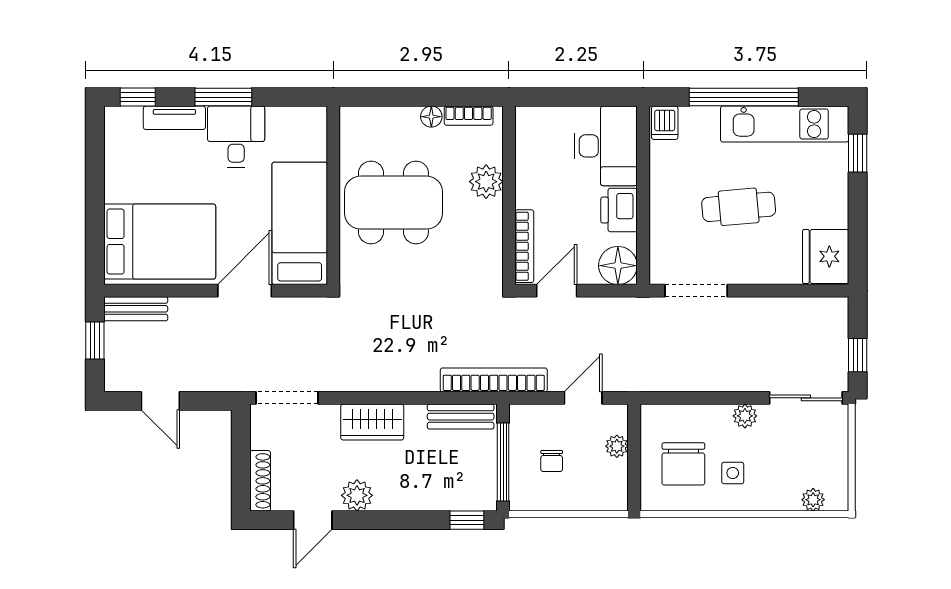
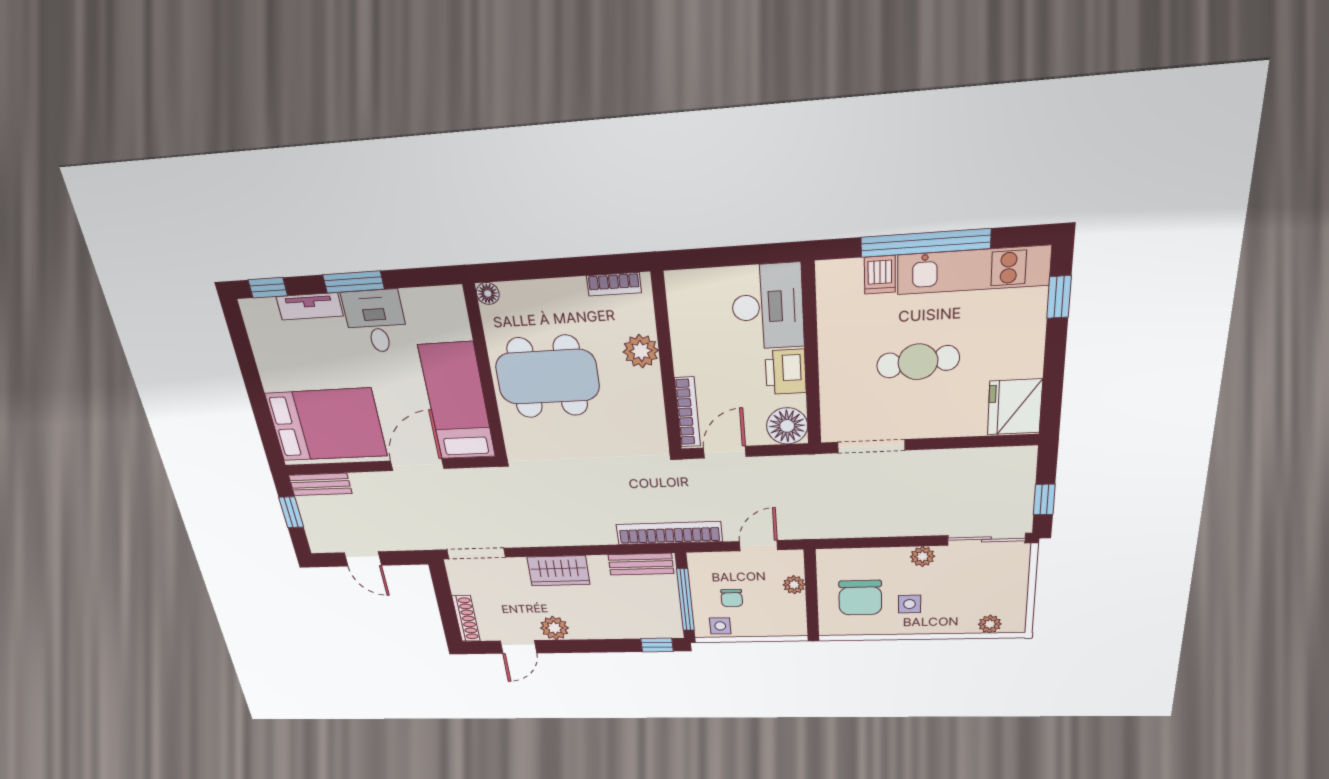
floor lamp: (431, 117) -> (488, 293), moved
dishwasher: (665, 123) -> (880, 275), moved
side table: (537, 496) -> (720, 626), added

